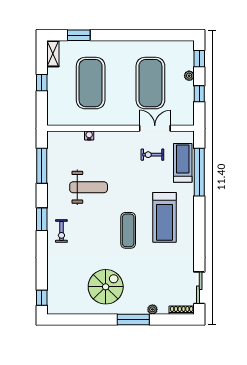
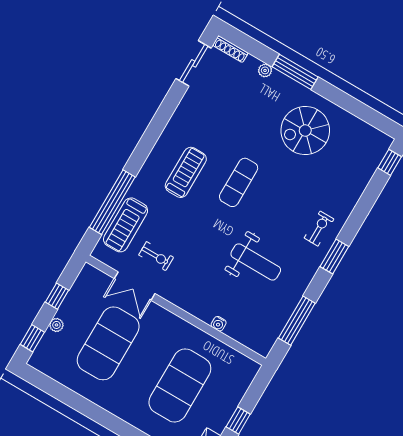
weight bench: (89, 187) -> (256, 262), turned 180
treadmill: (164, 217) -> (186, 172), width x0.73, depth x0.73

